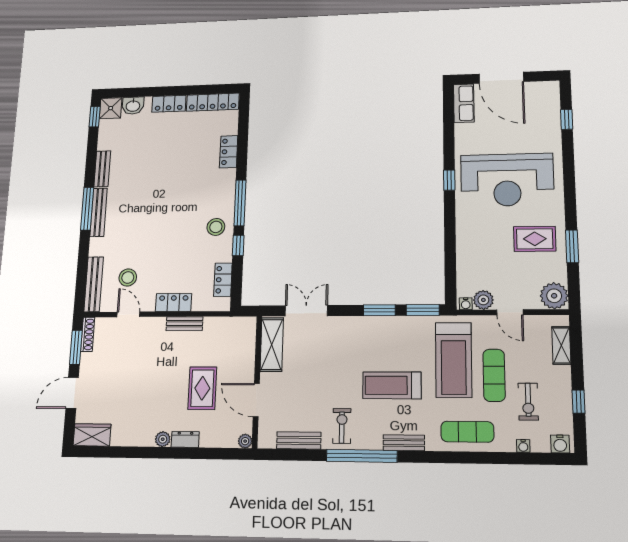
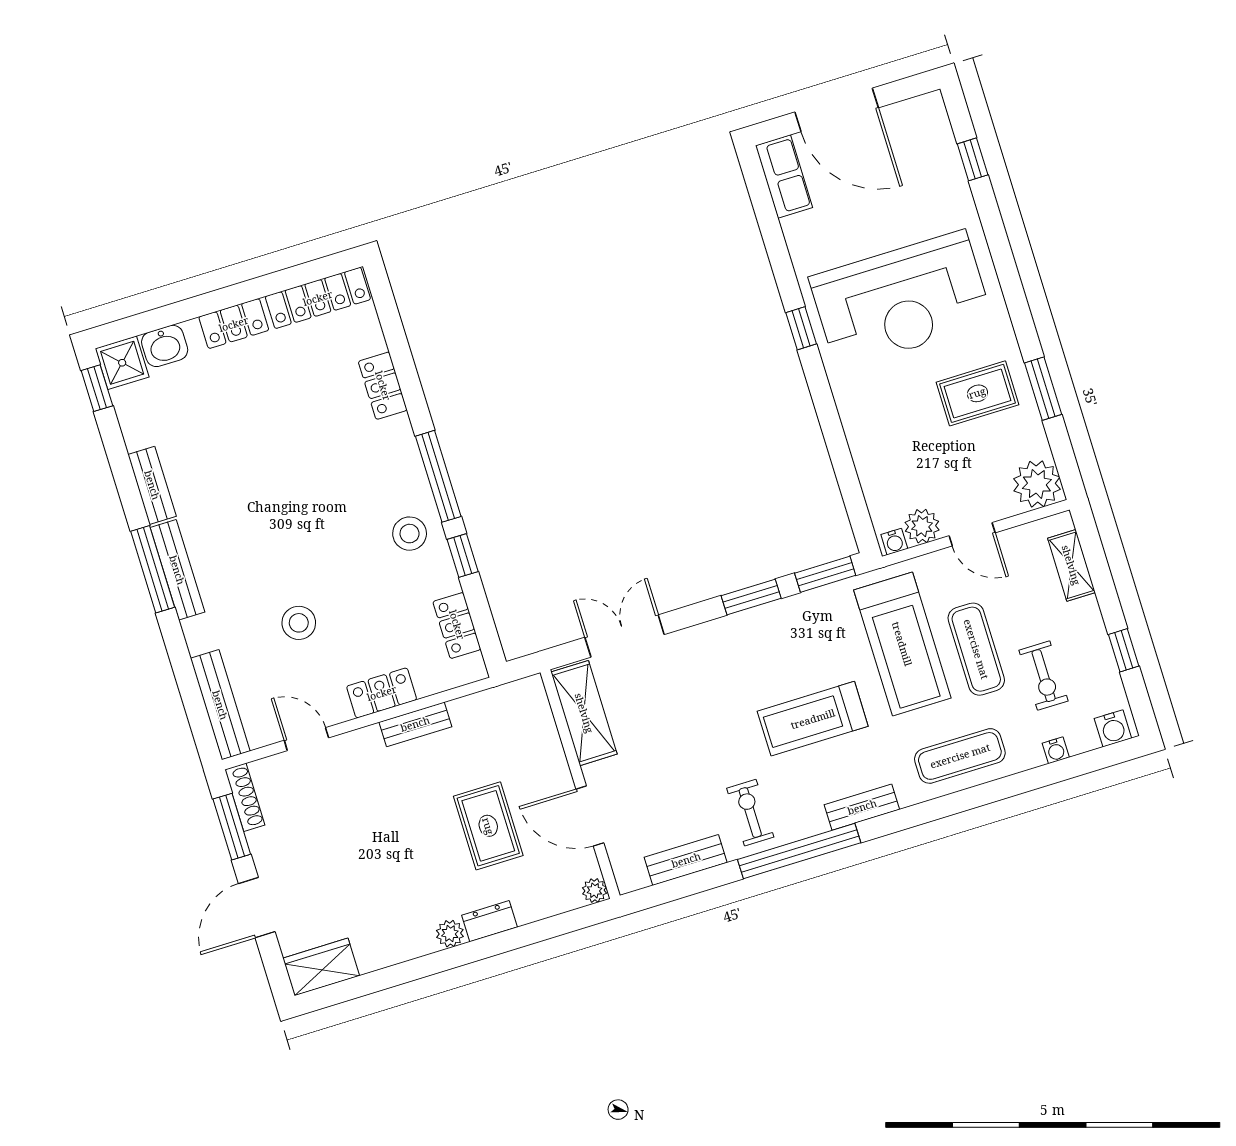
stool: (128, 278) -> (299, 623), moved

